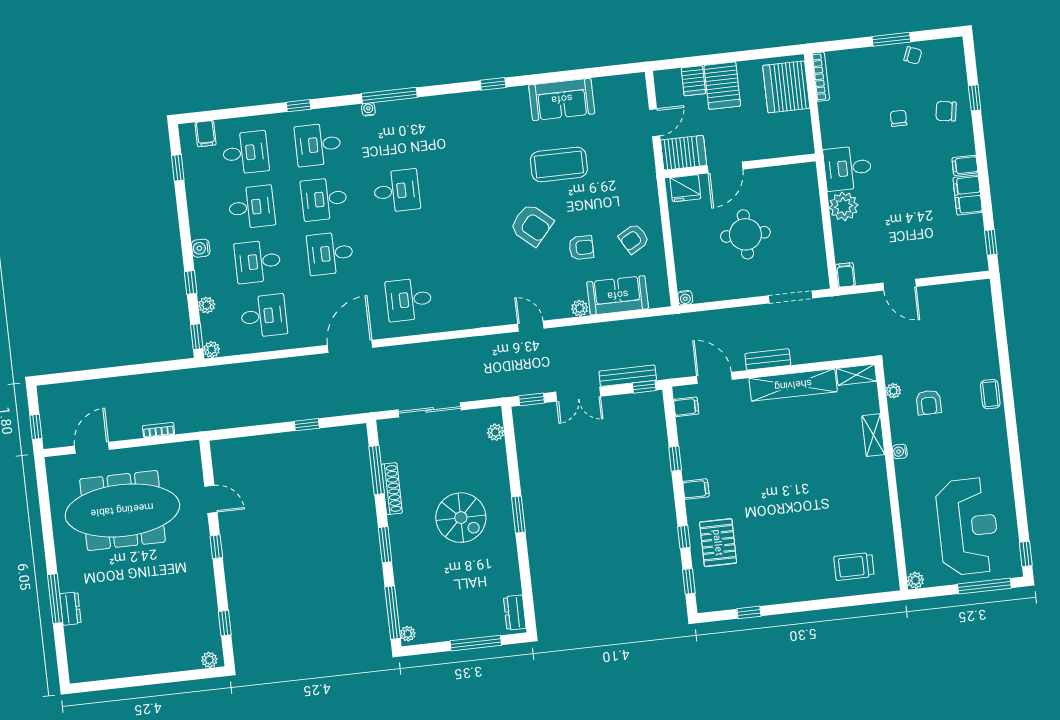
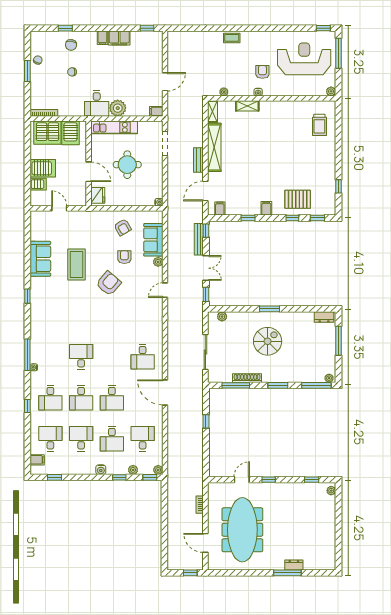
server rack: (683, 153) -> (70, 133), moved, turned 180
kitchen unit: (809, 204) -> (114, 127), added
armchair: (929, 402) -> (262, 72), moved, turned -90

